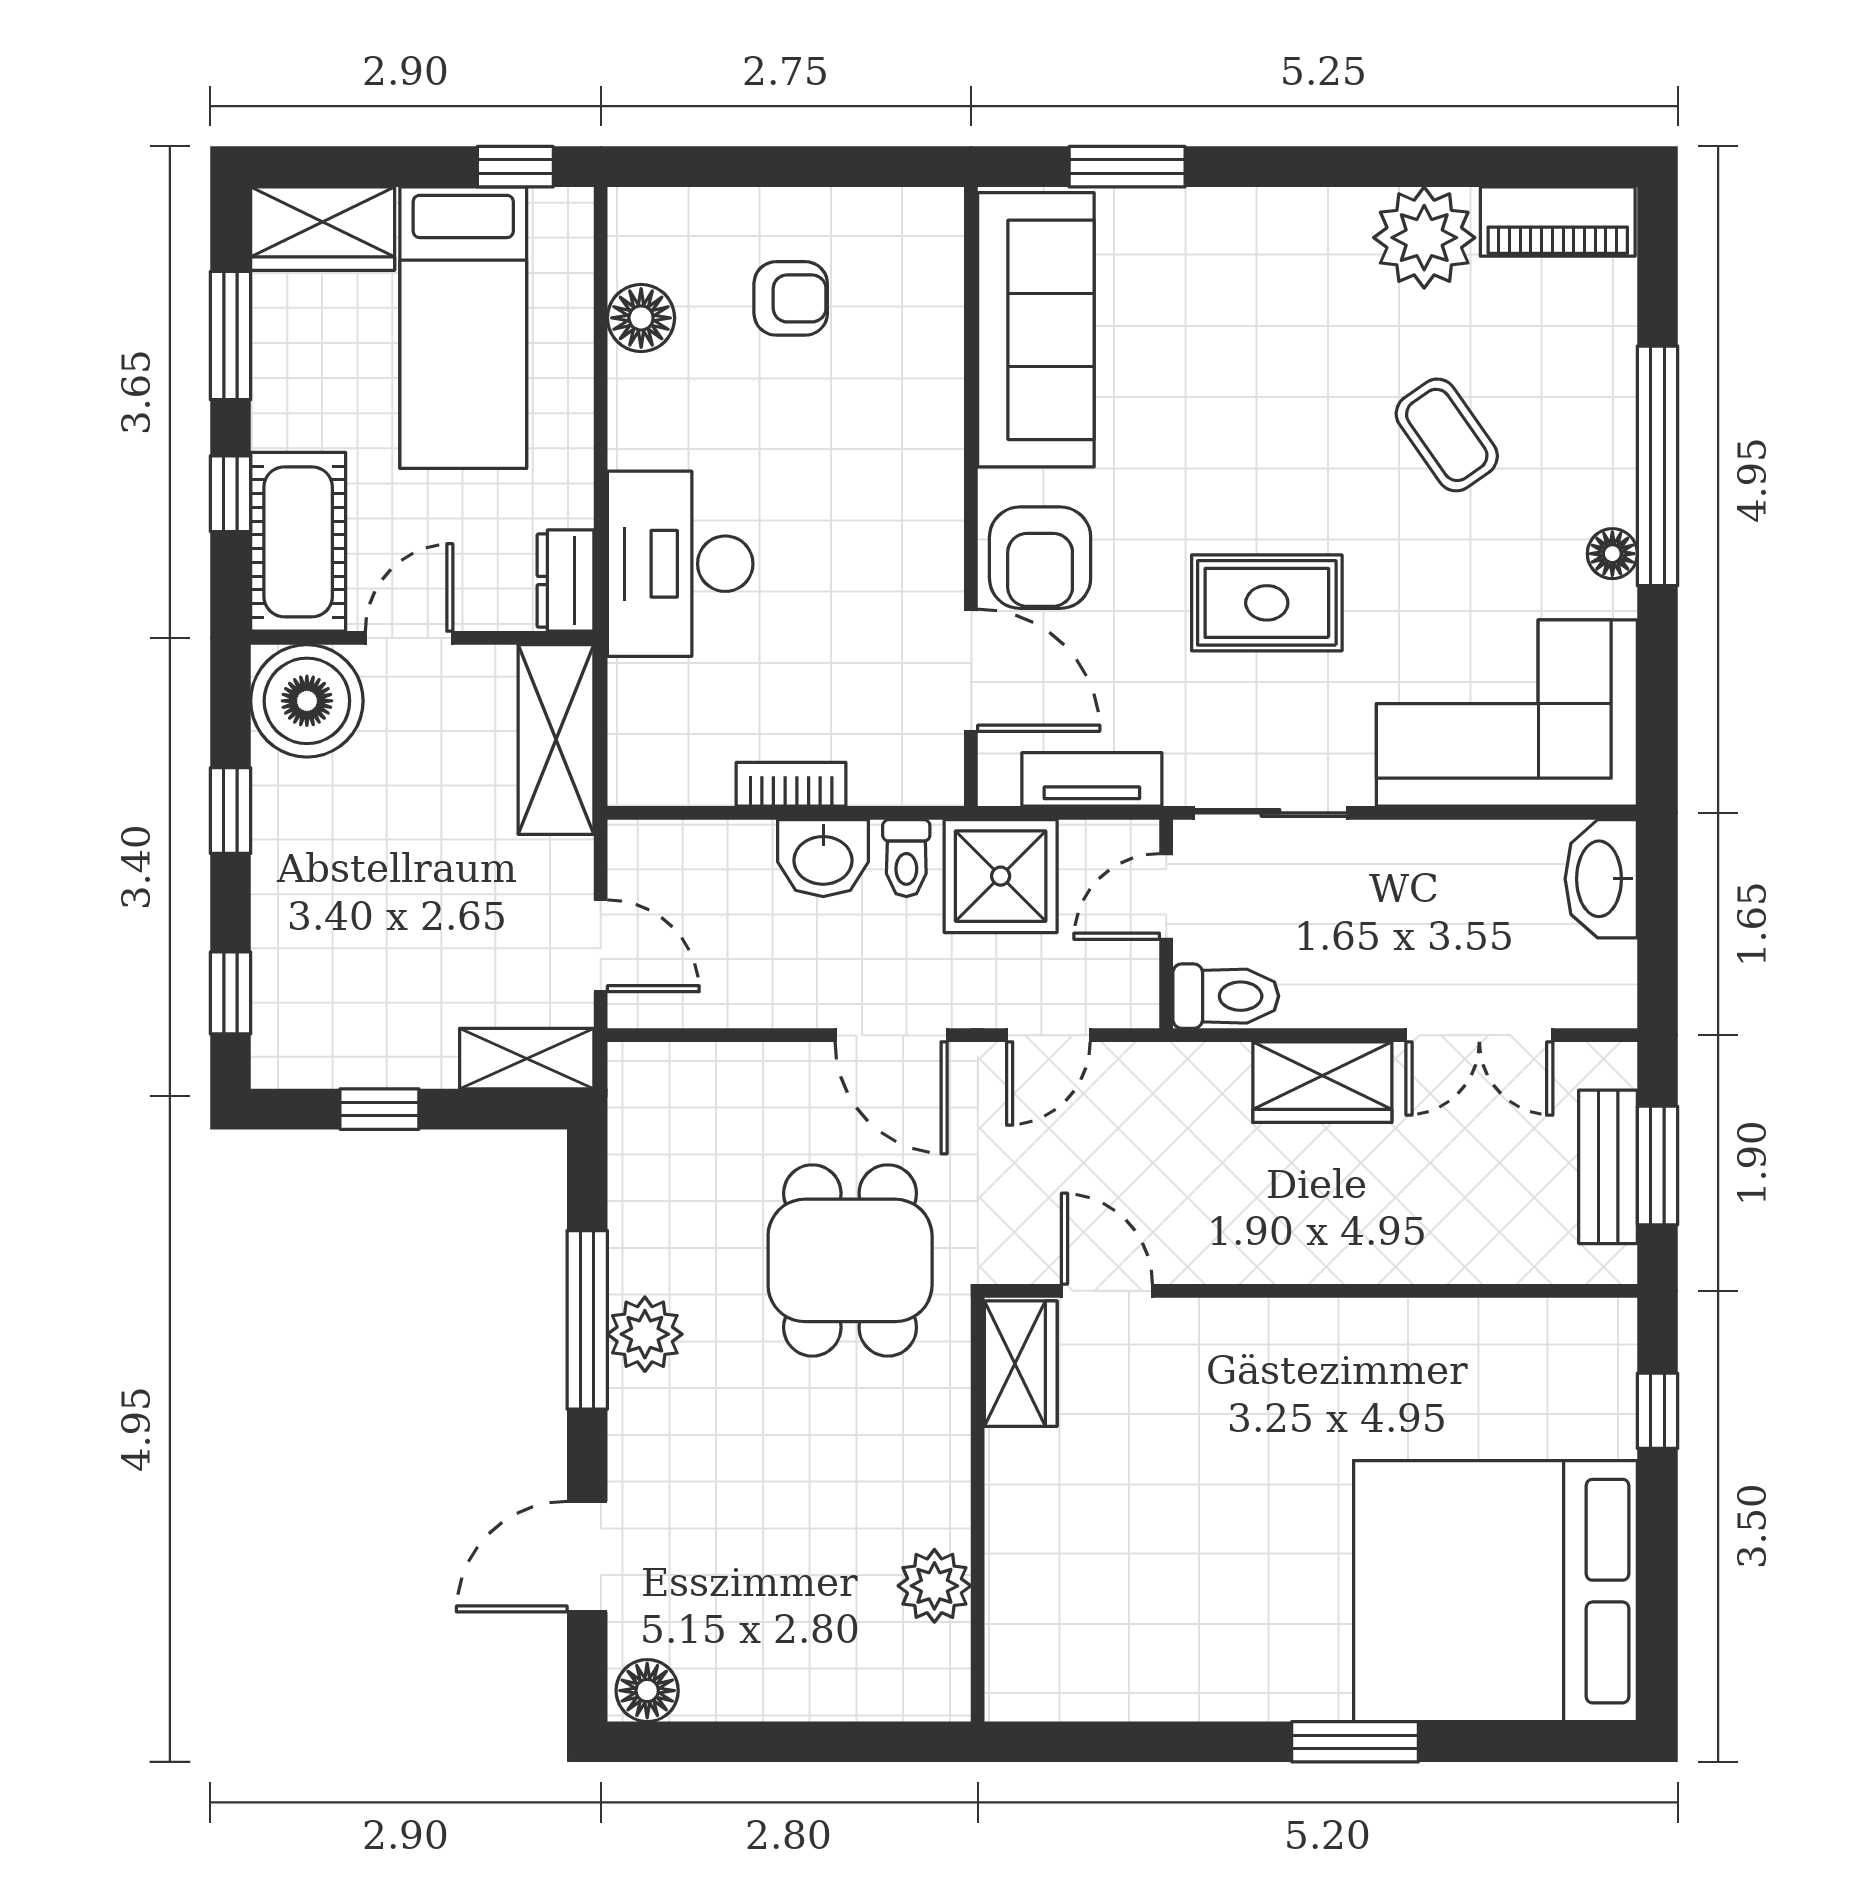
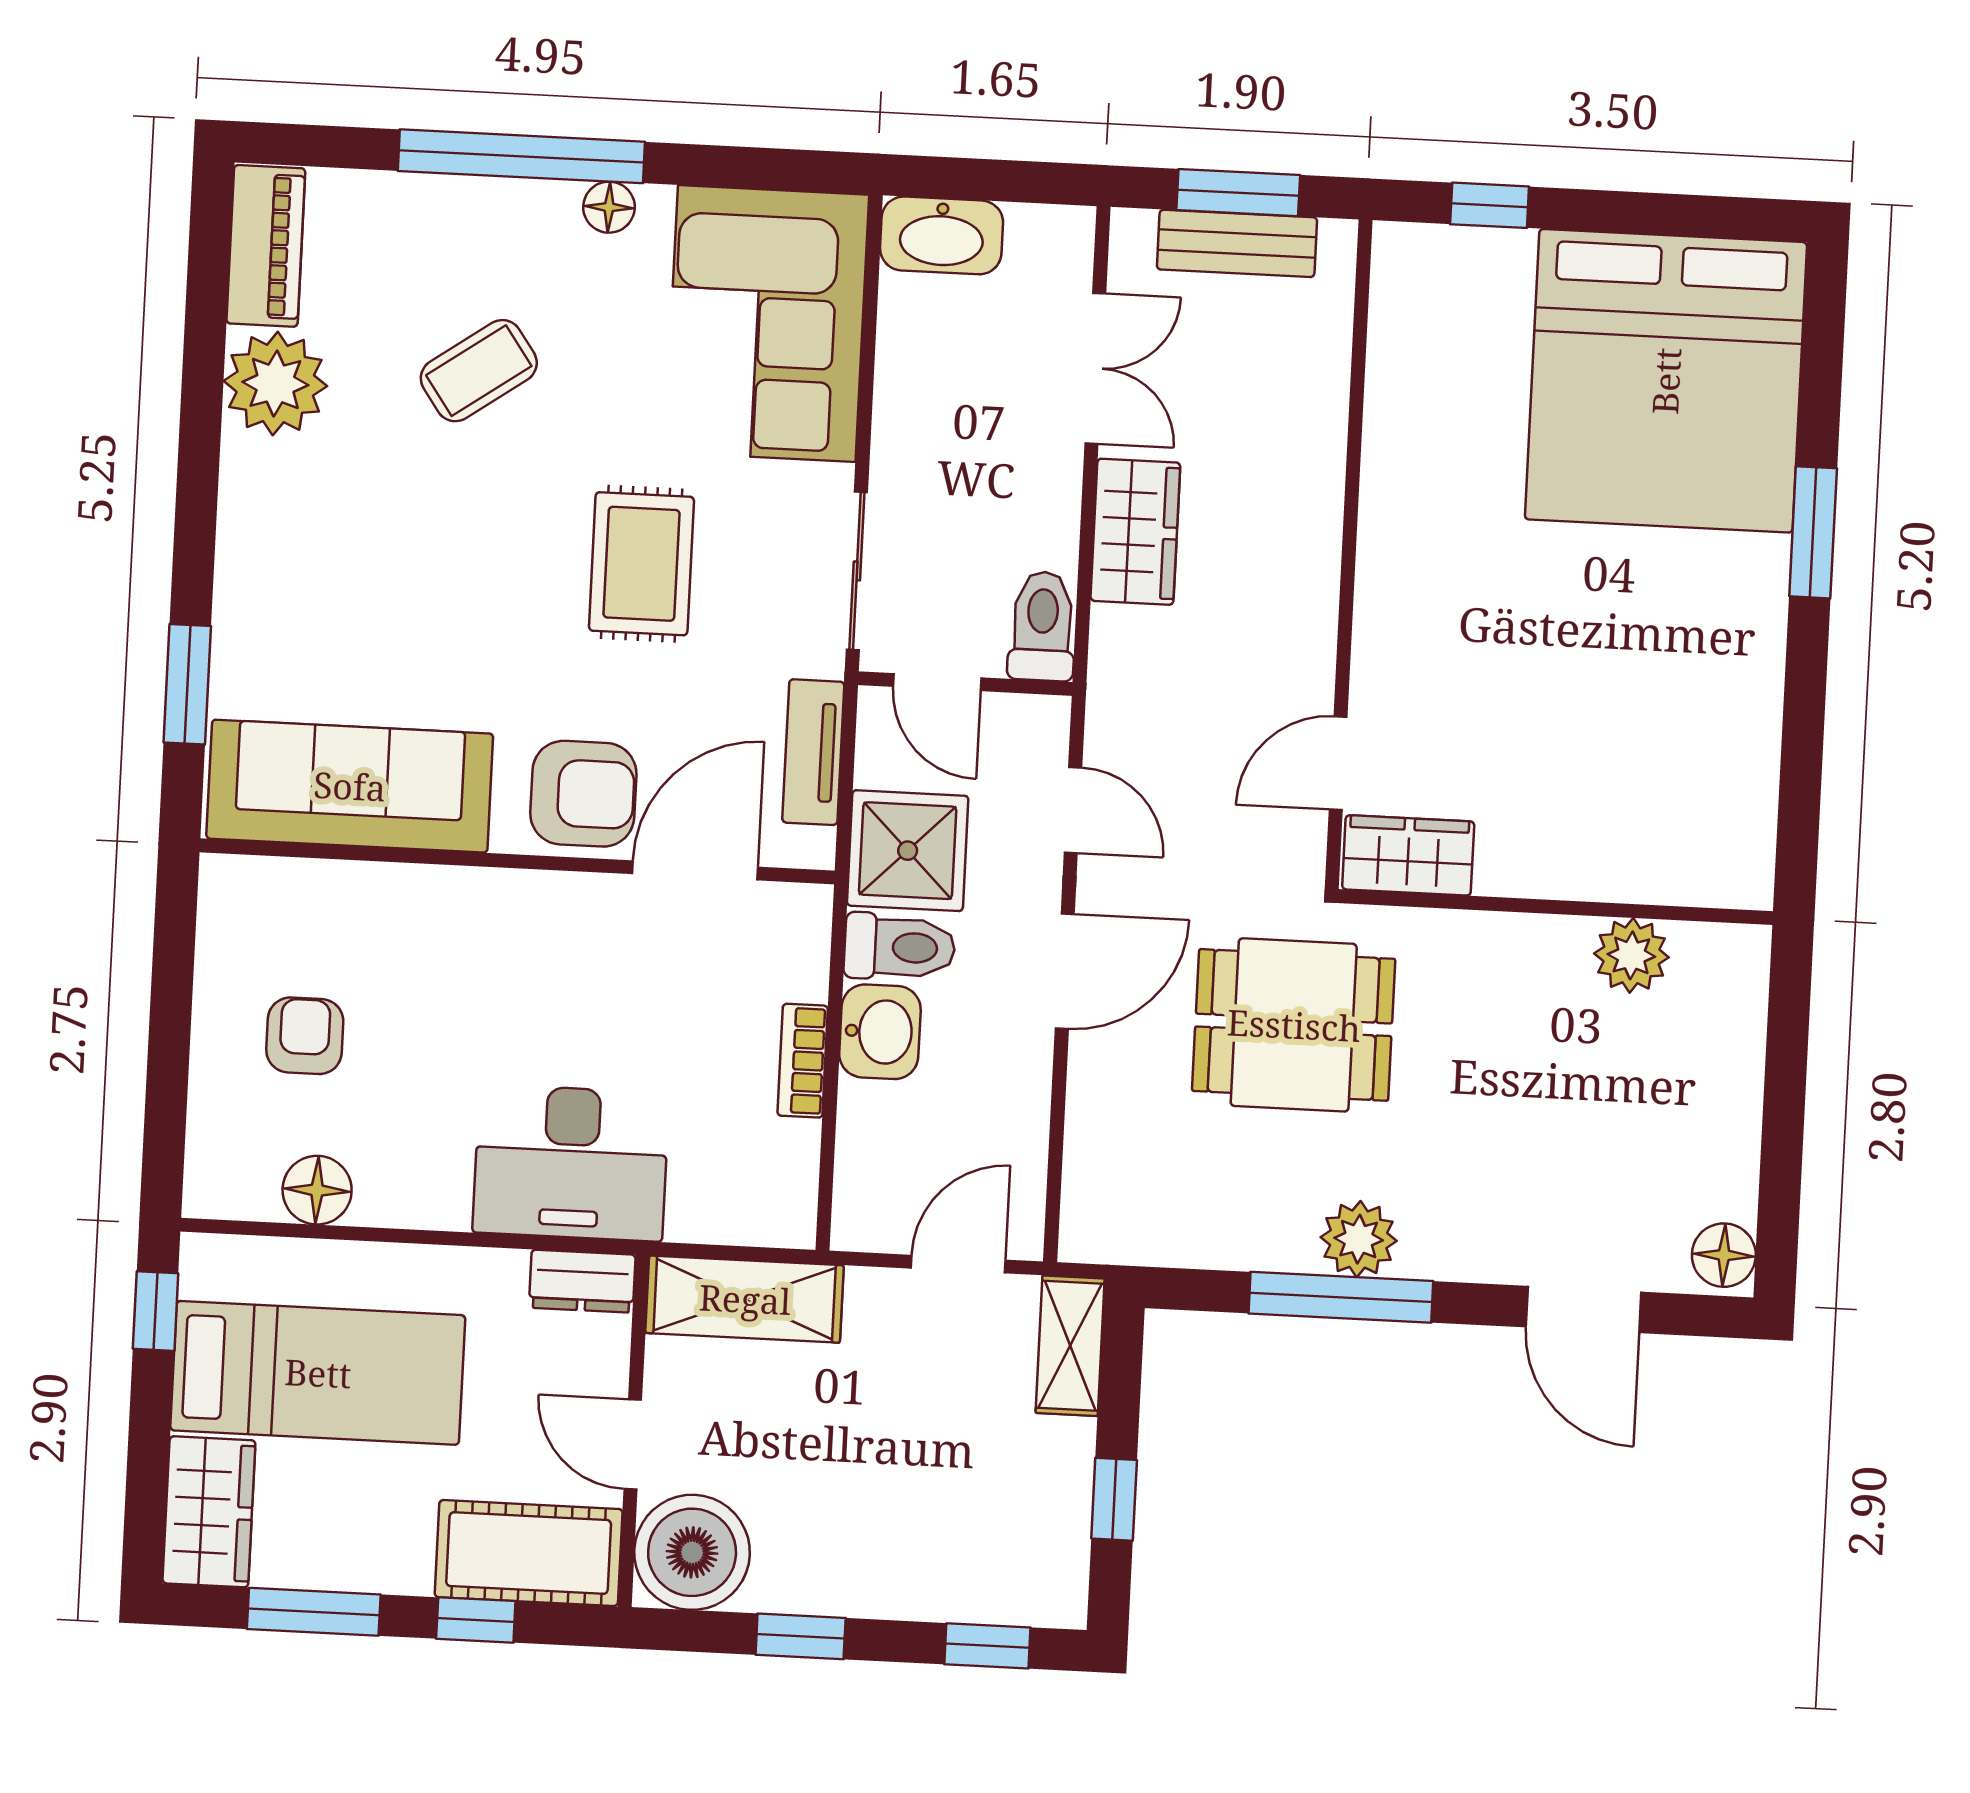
toilet: (906, 858) -> (900, 947), width x1.37, depth x1.39

